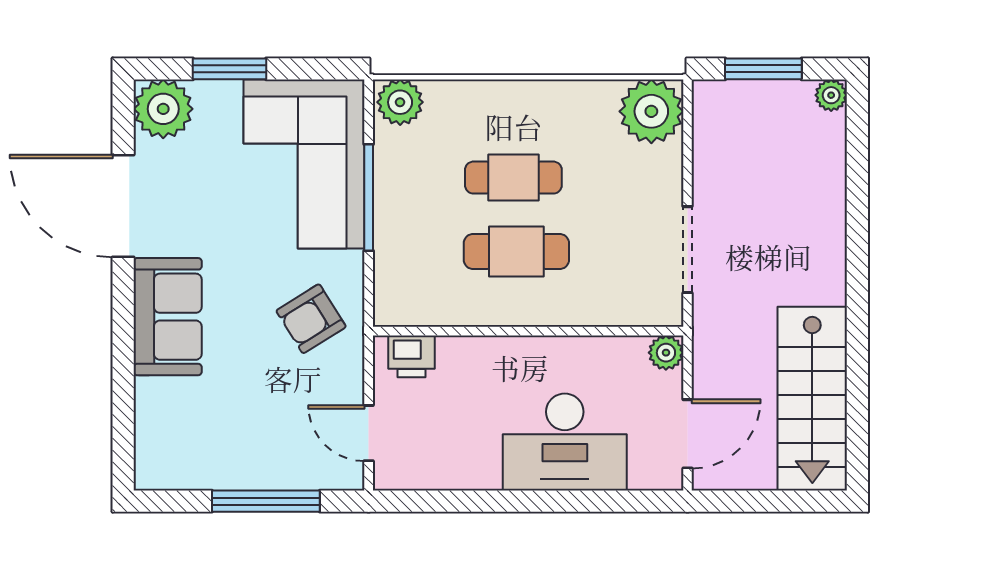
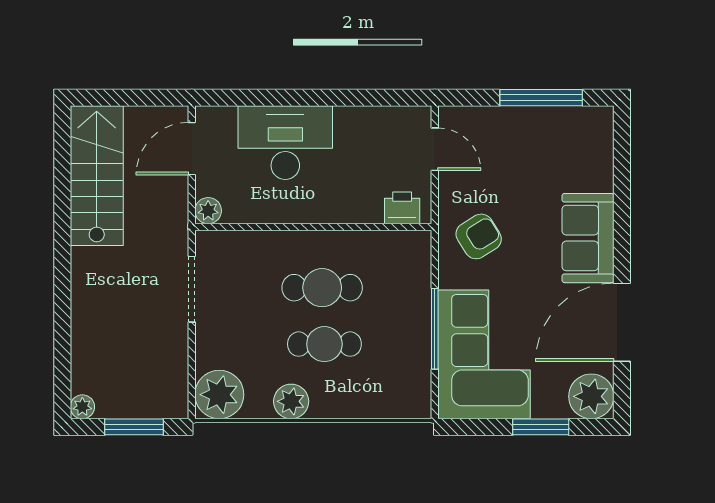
plant: (400, 102) -> (291, 401), moved
door: (123, 206) -> (622, 322), swing flipped
window: (266, 501) -> (541, 98), moved

